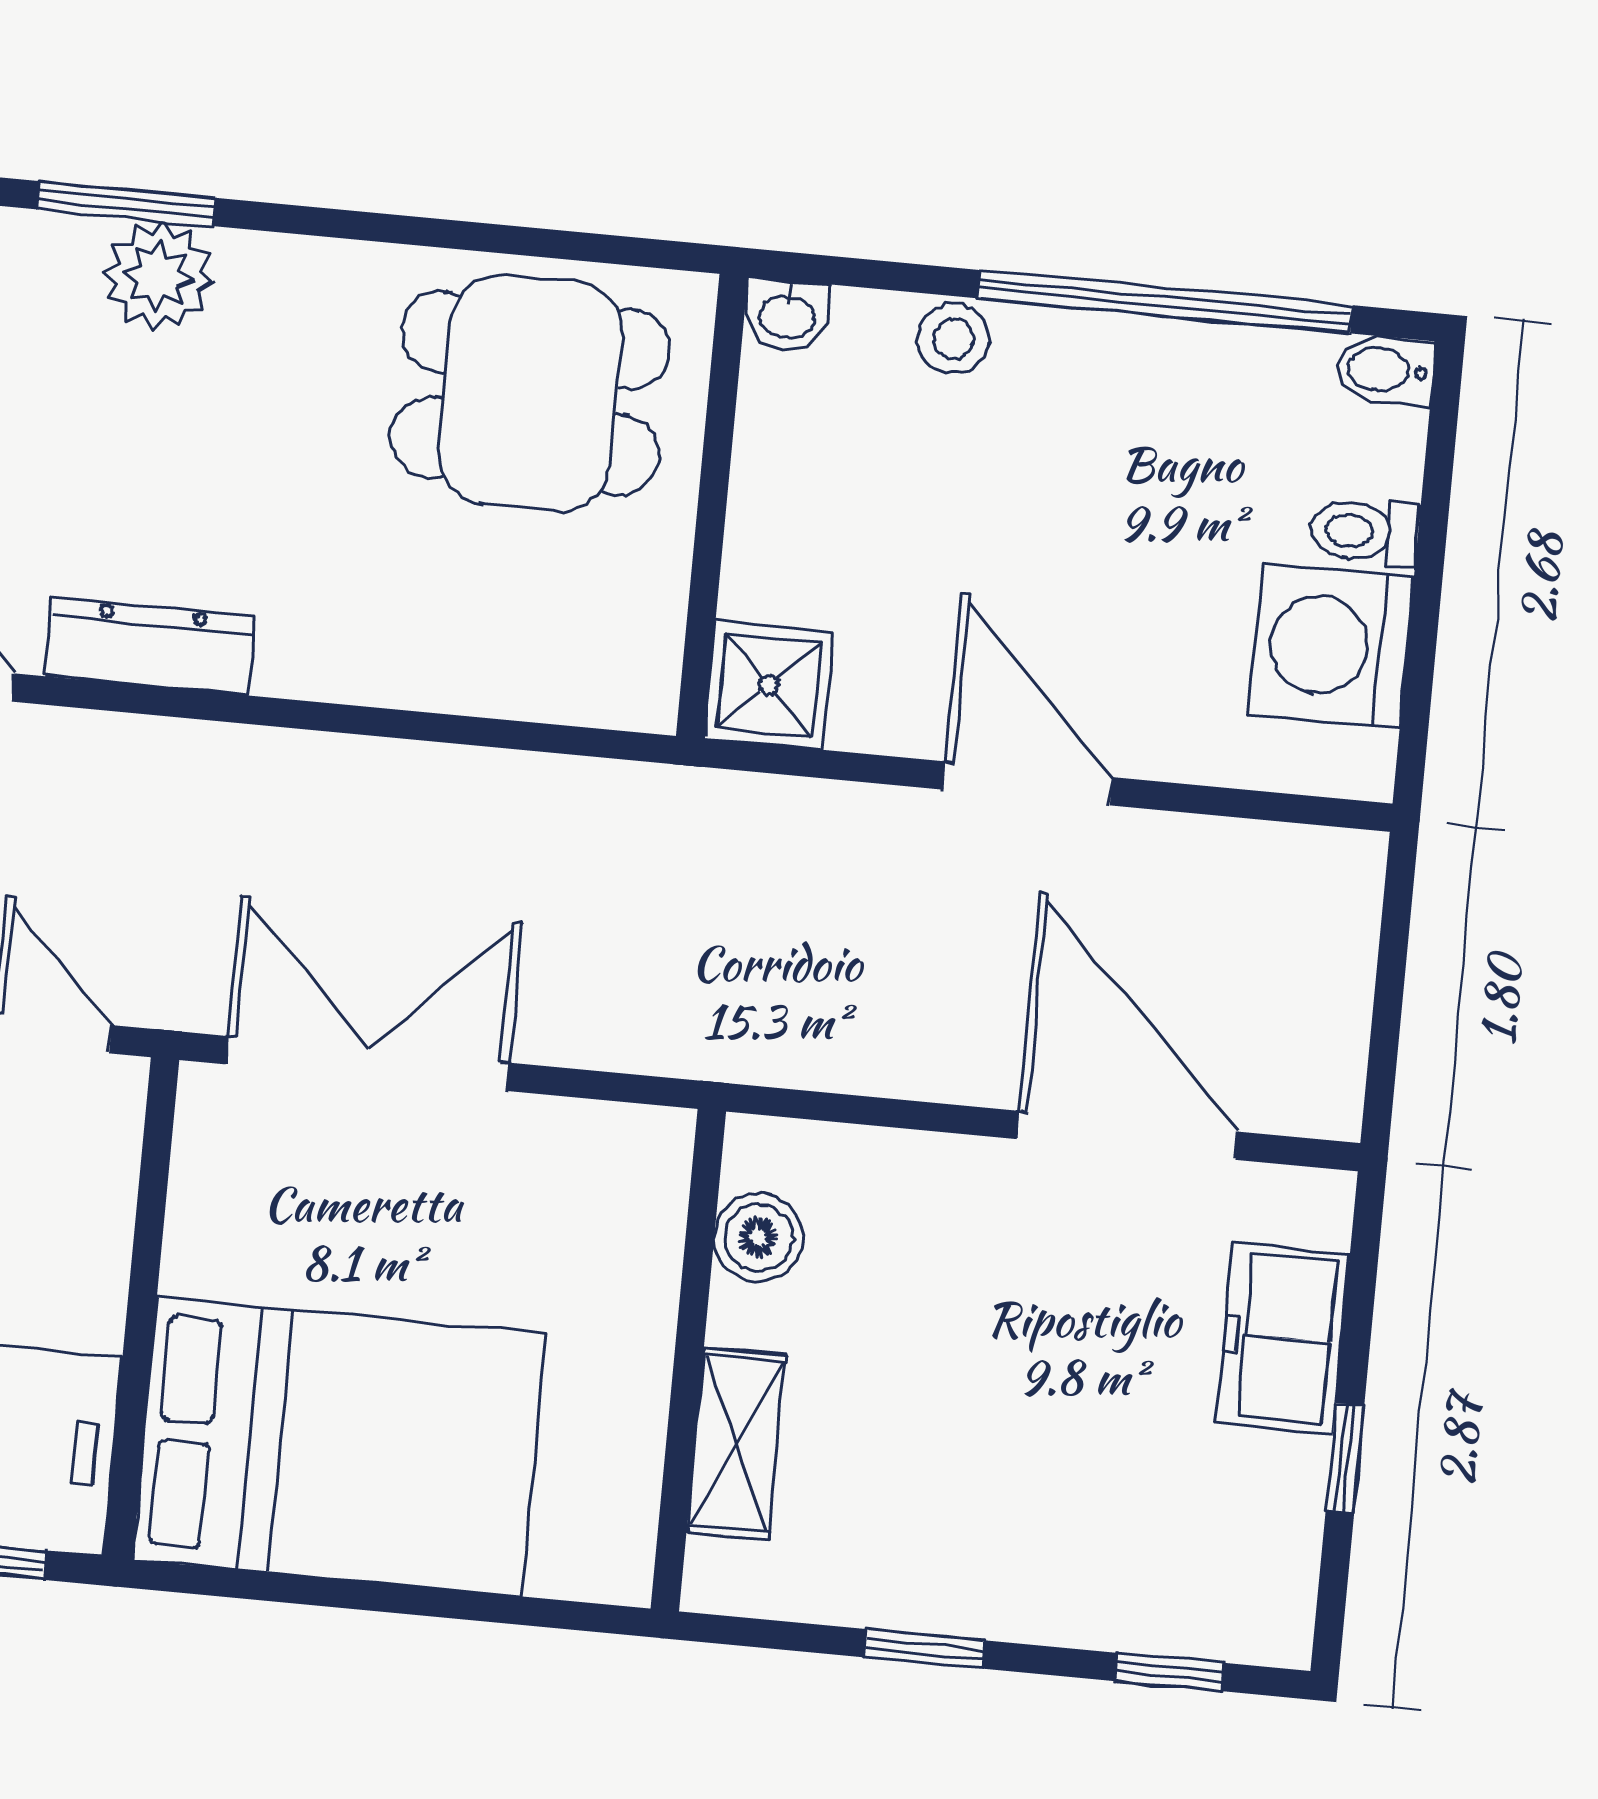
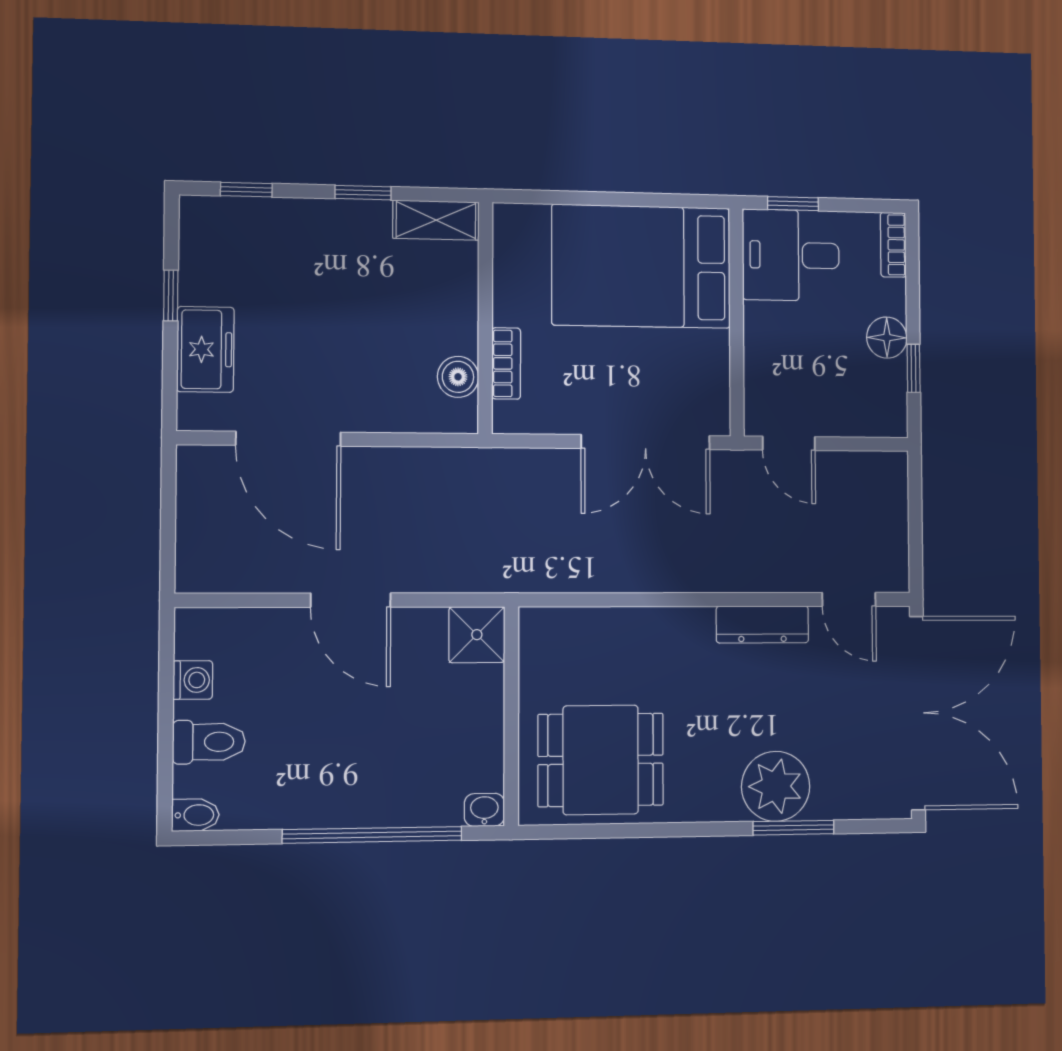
plant: (158, 276) -> (776, 786), width x1.36, depth x1.36
window: (1165, 302) -> (372, 835), moved
stool: (954, 339) -> (405, 807), removed
toilet: (1364, 532) -> (209, 742), width x1.37, depth x1.39
washing machine: (1331, 646) -> (193, 680), width x0.53, depth x0.53
bookcase: (653, 1258) -> (506, 363), added
shelving: (736, 1443) -> (436, 220), moved, turned 90

